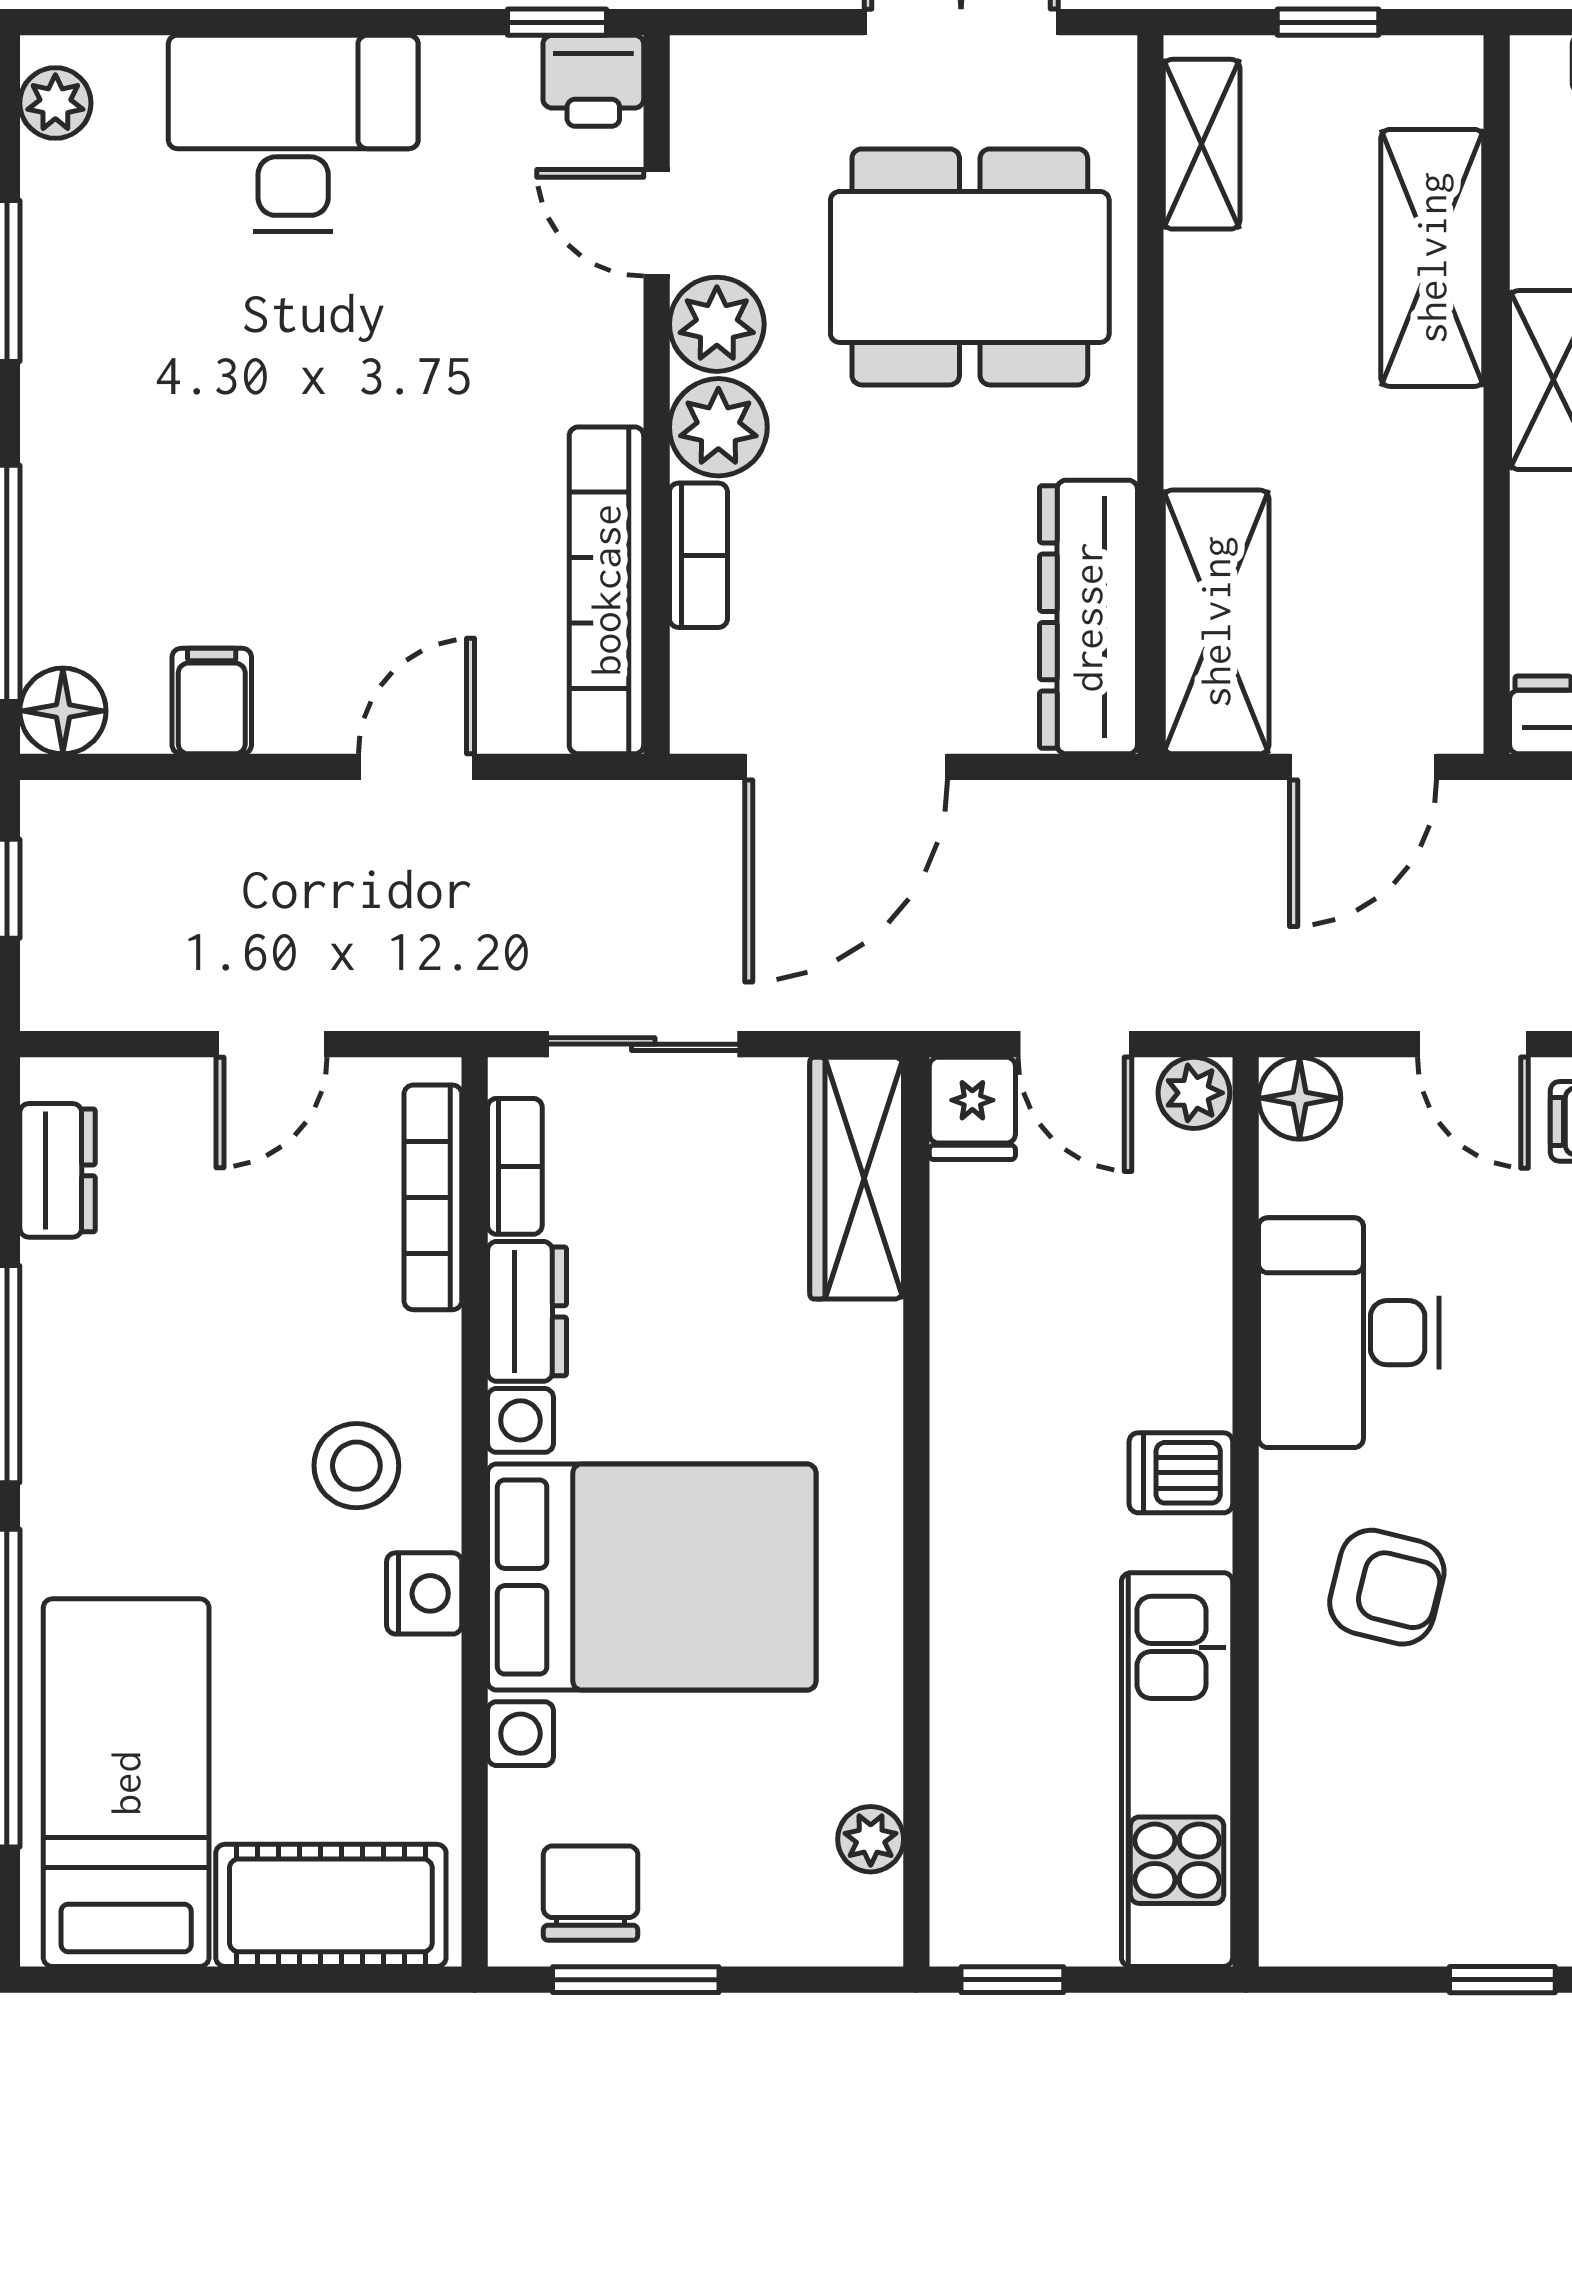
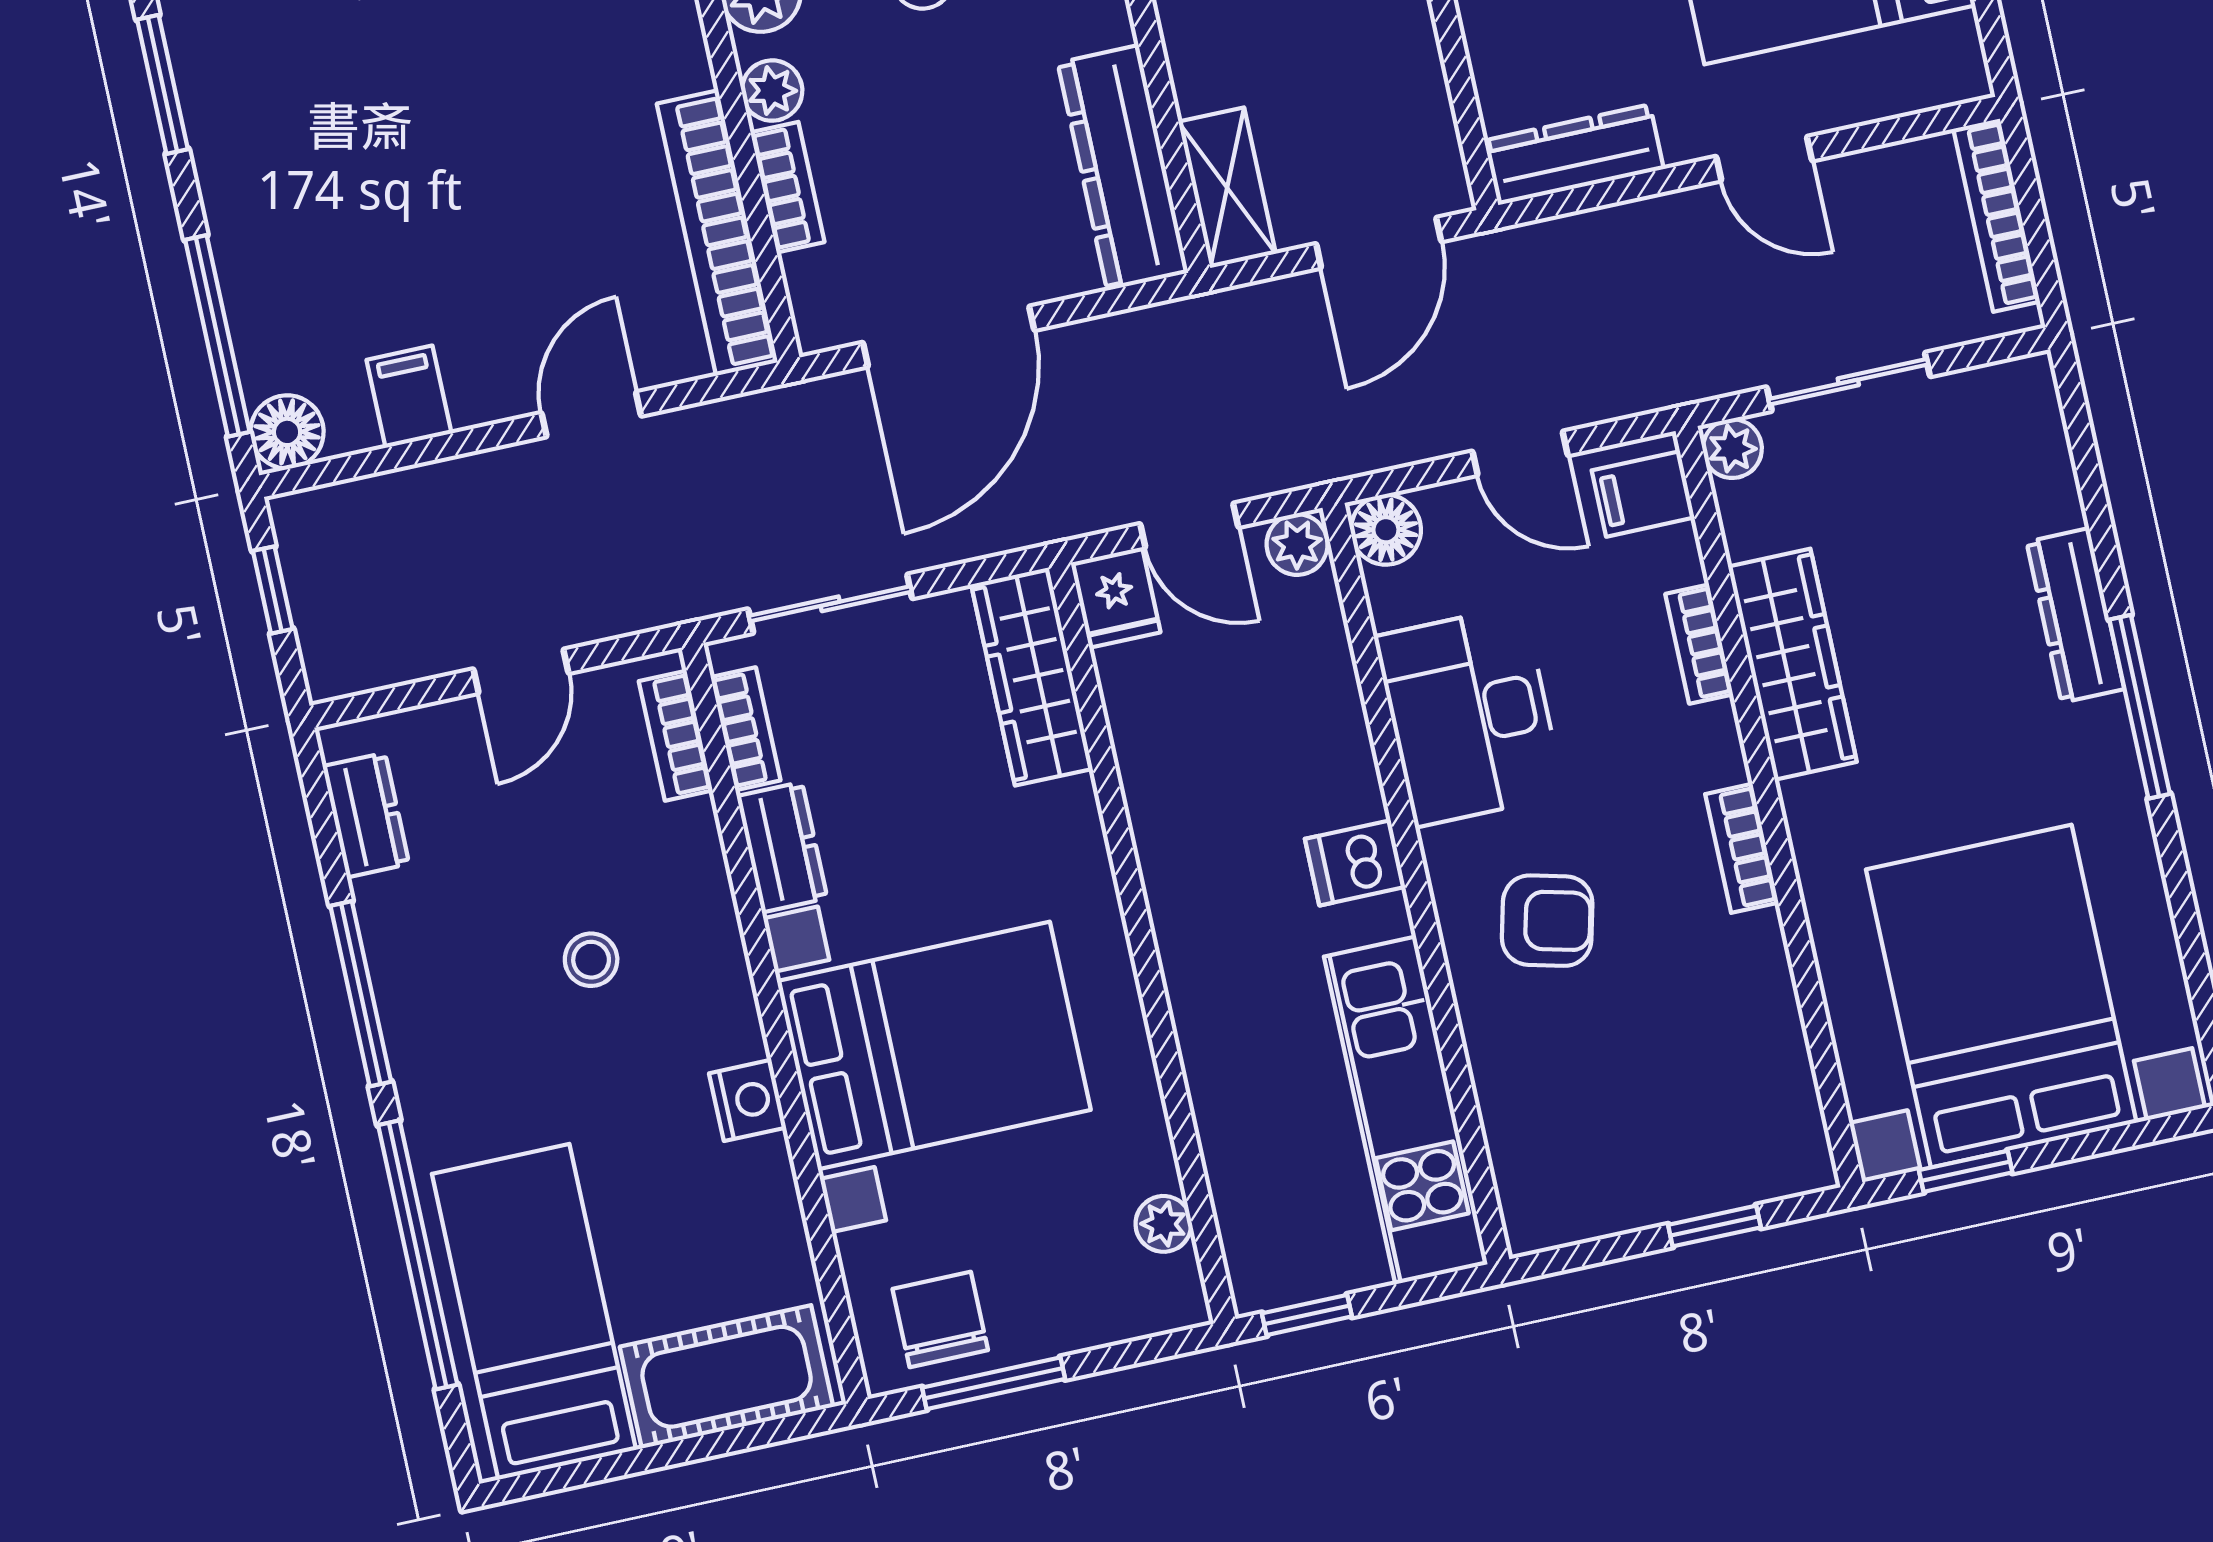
plant: (718, 427) -> (772, 91), width x0.73, depth x0.73
shelving: (1216, 622) -> (1227, 188), width x0.67, depth x0.75
bookcase: (433, 1197) -> (676, 736), width x0.64
stool: (356, 1466) -> (591, 960), moved, width x0.73, depth x0.73

